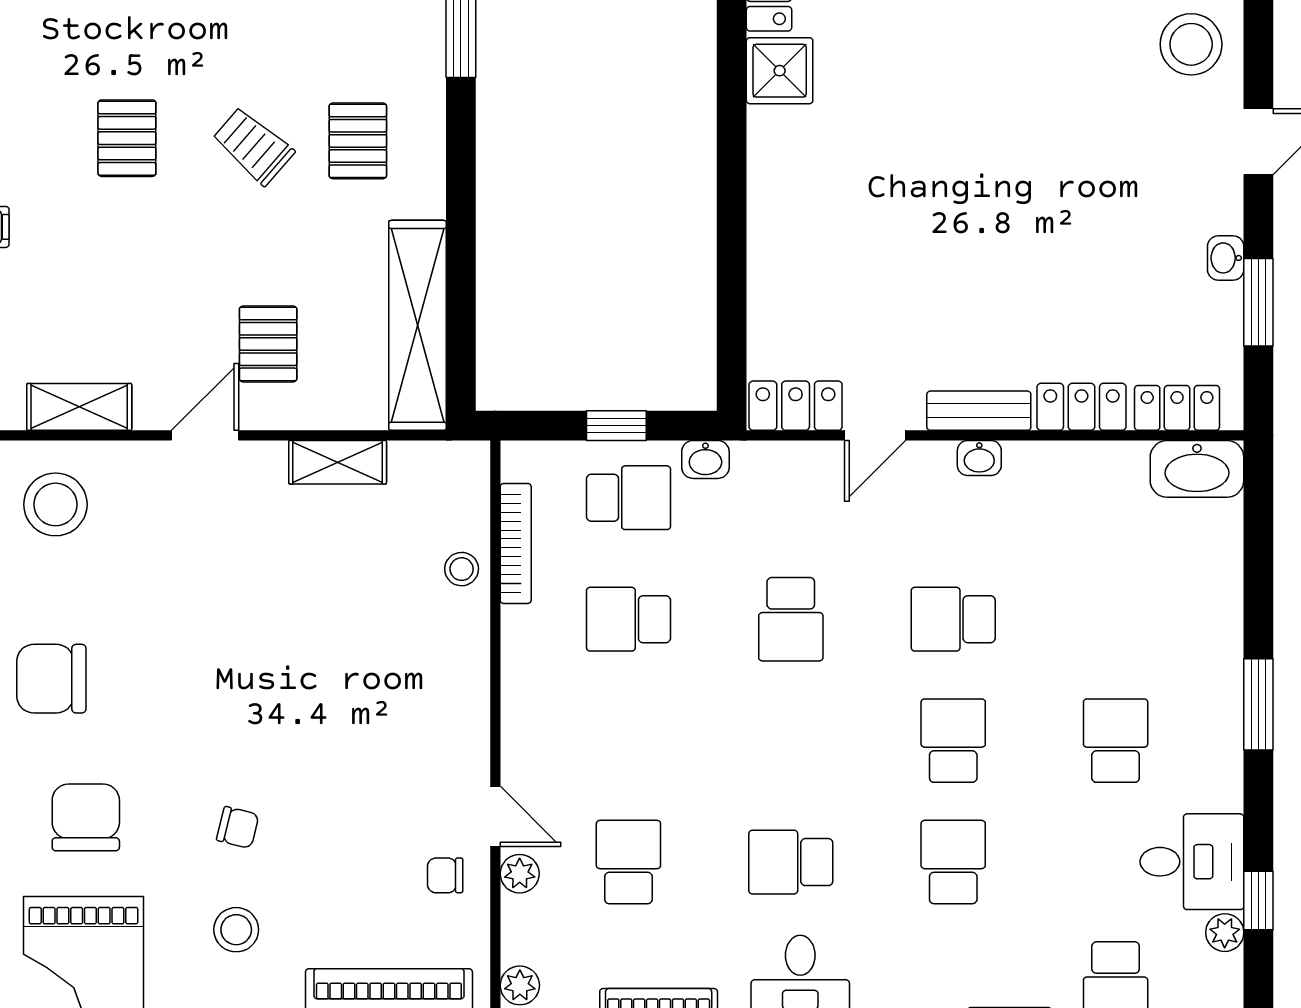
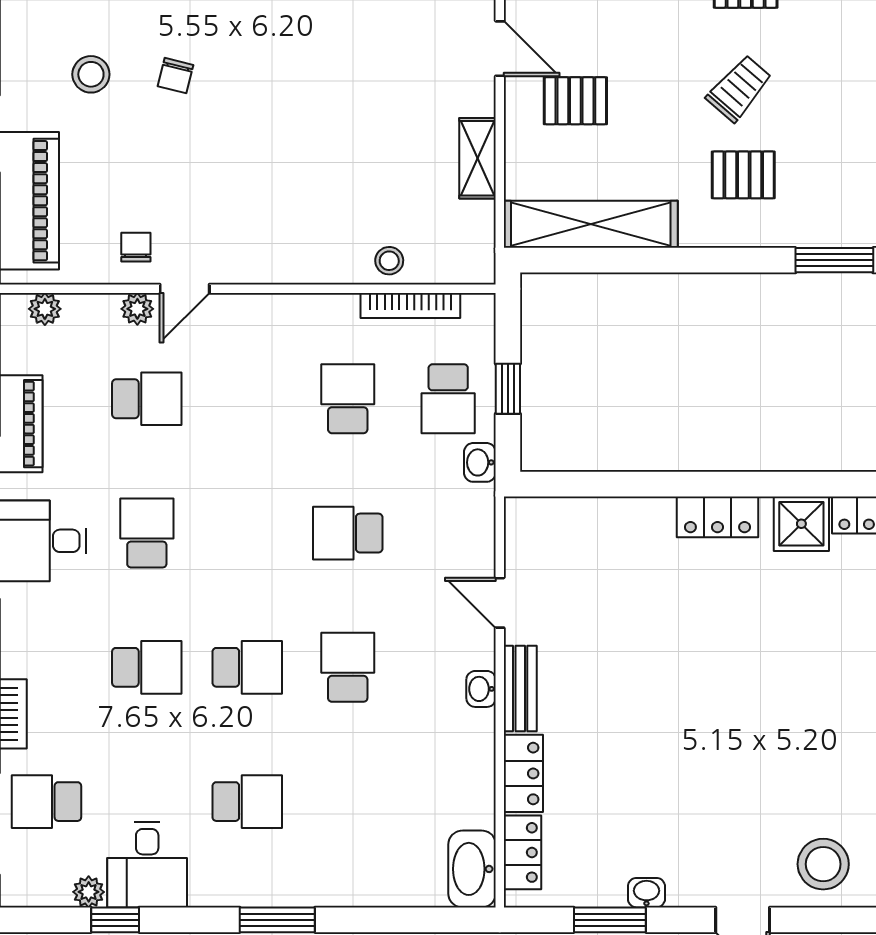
locker: (796, 406) -> (717, 517), moved, turned 90

